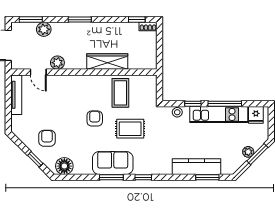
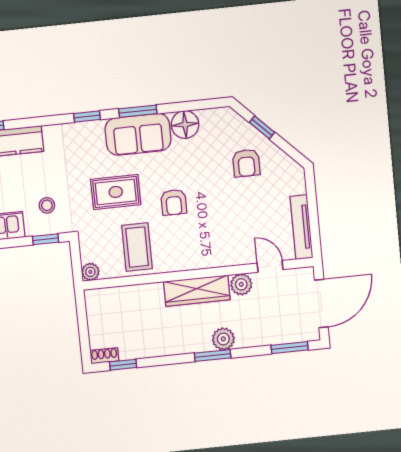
plant: (44, 29) -> (223, 339), moved
wardrobe: (107, 62) -> (197, 291), moved
plant: (151, 80) -> (90, 272), added
window: (193, 104) -> (46, 239), moved
stool: (177, 112) -> (47, 205), moved
floor lamp: (64, 166) -> (185, 125), moved

